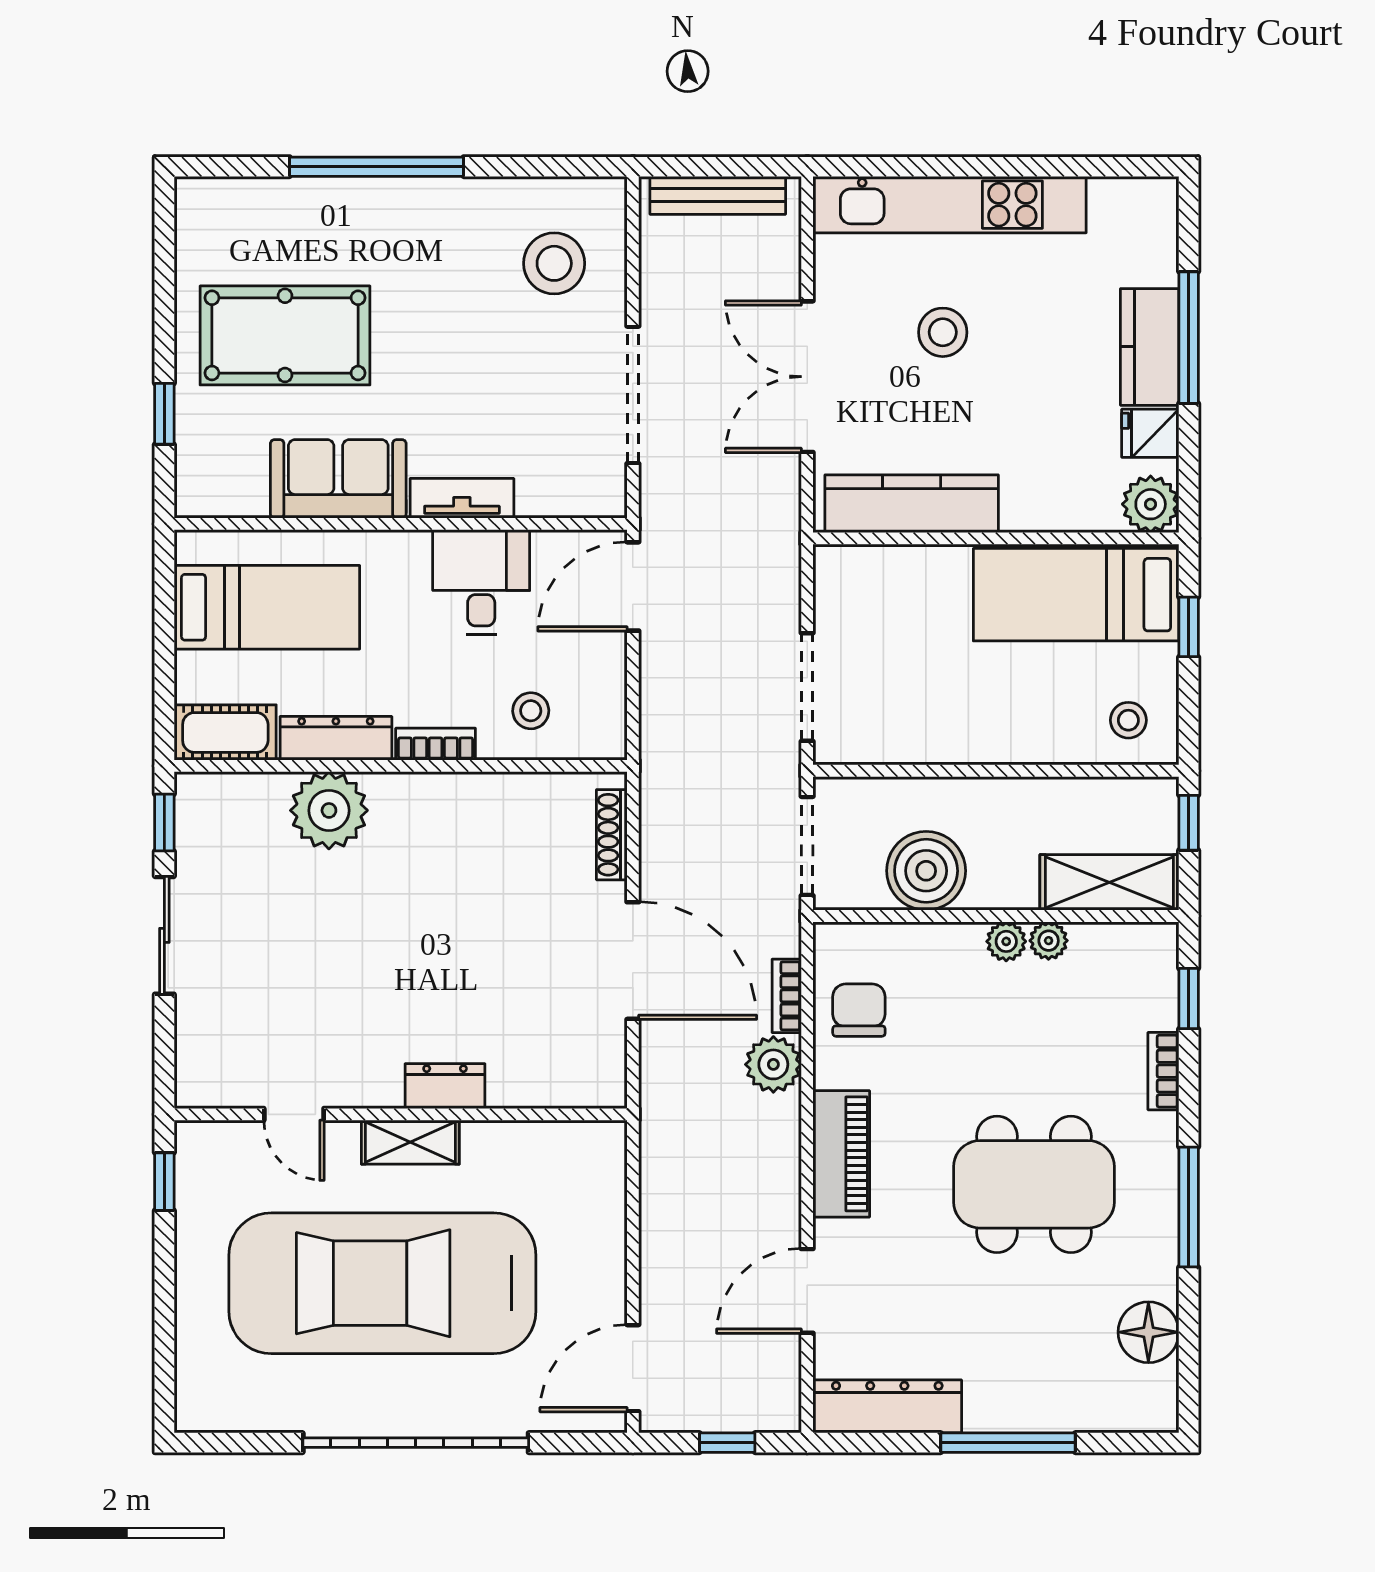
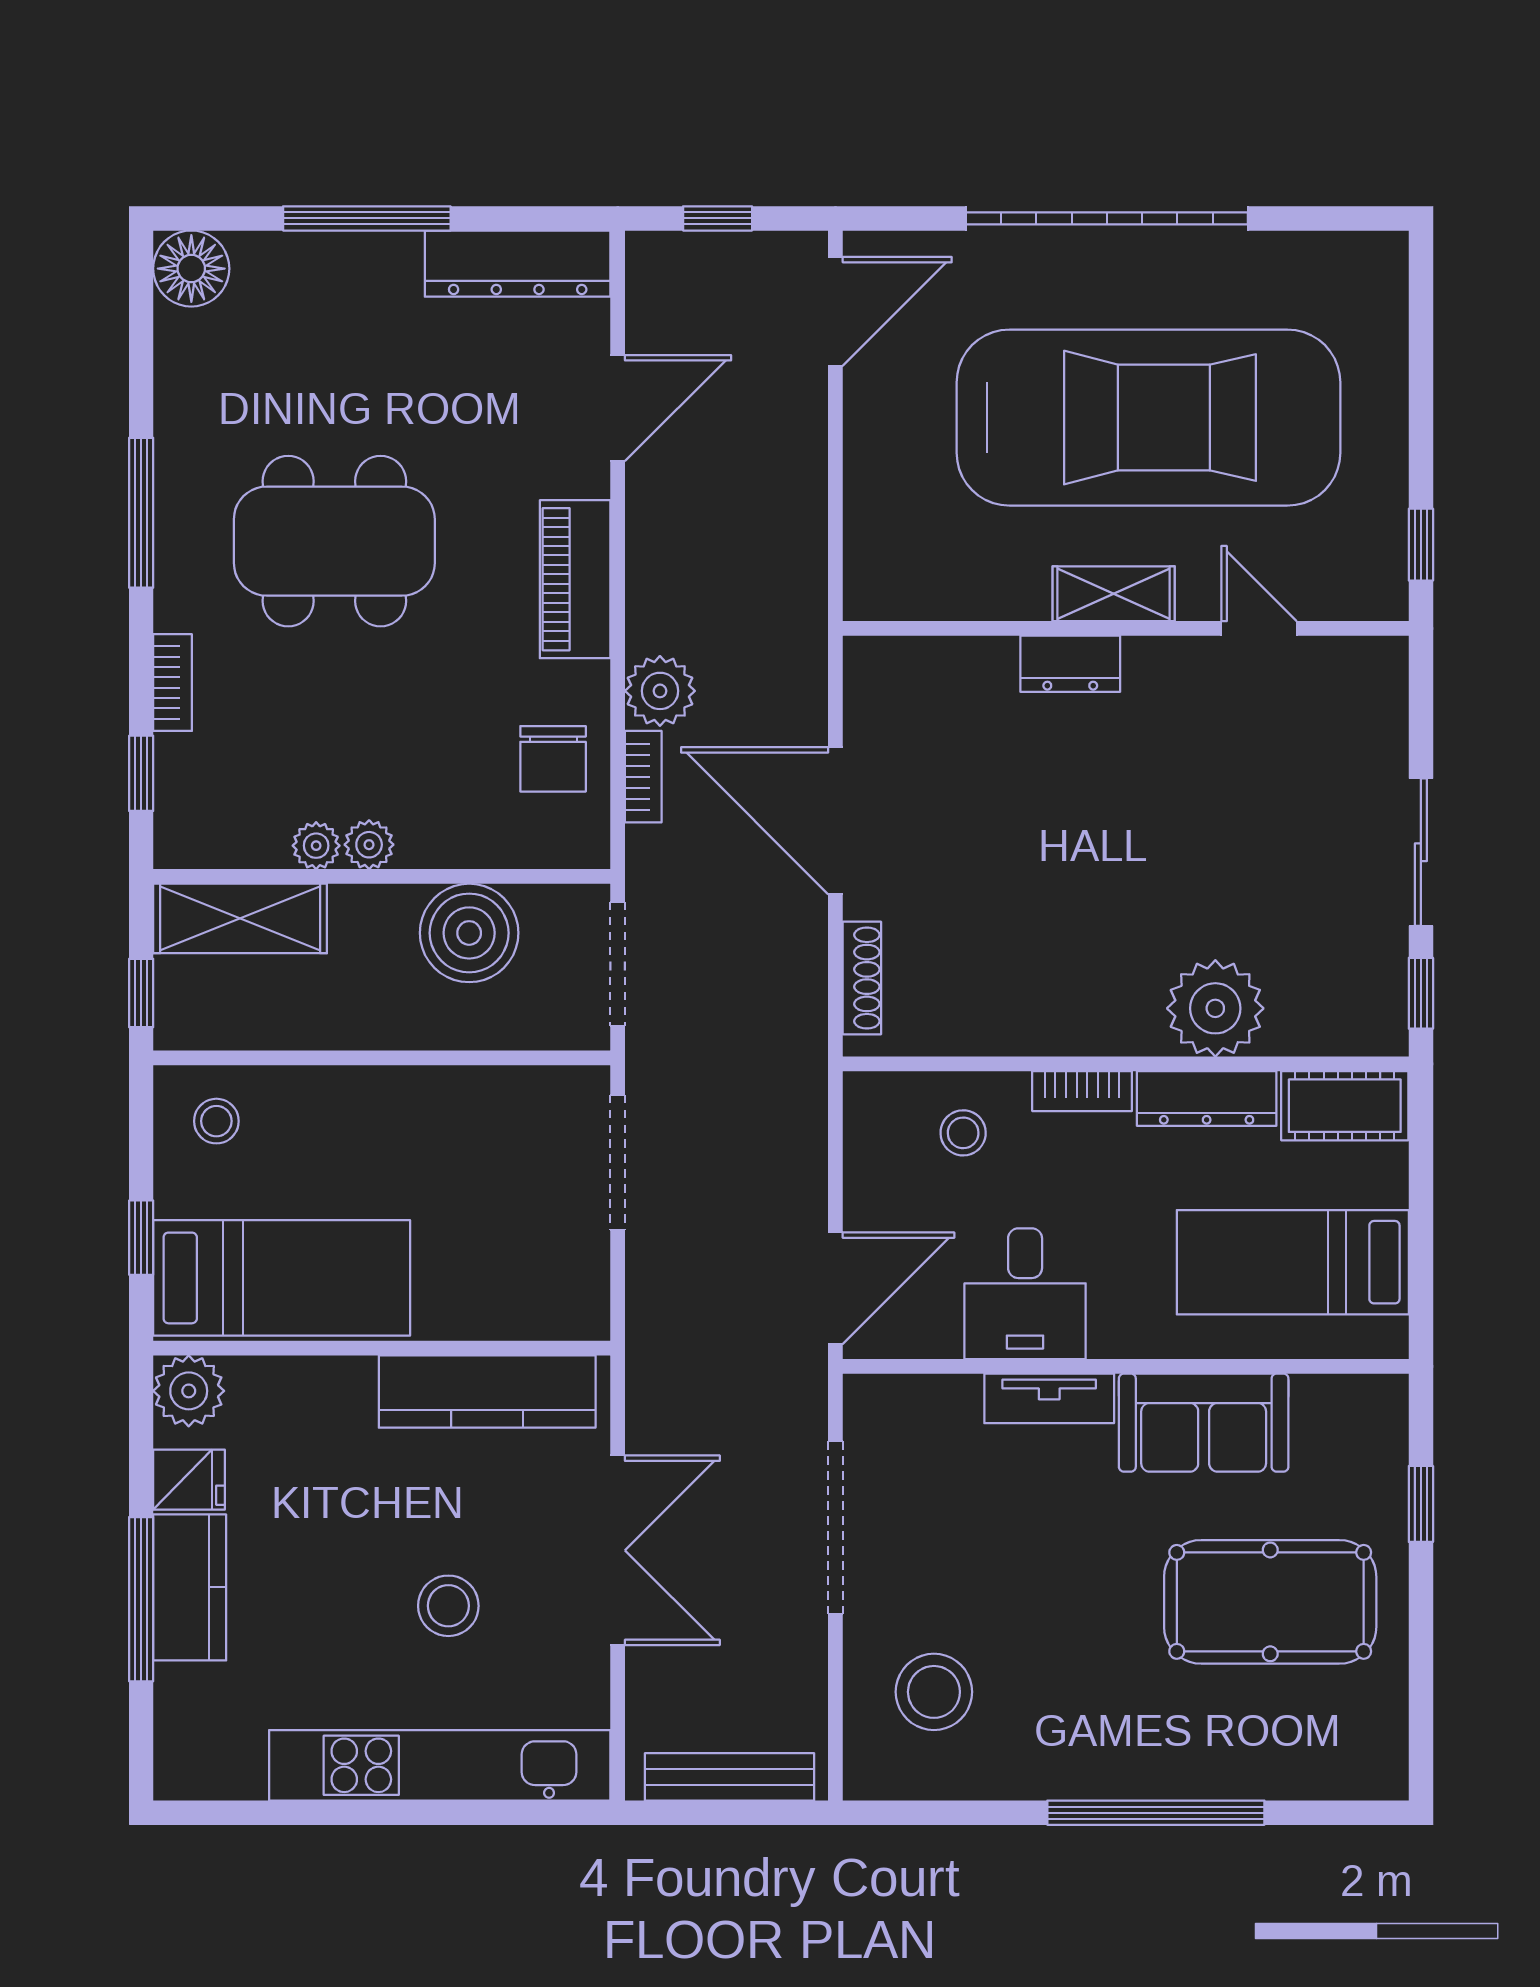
floor lamp: (1148, 1332) -> (191, 269), moved

